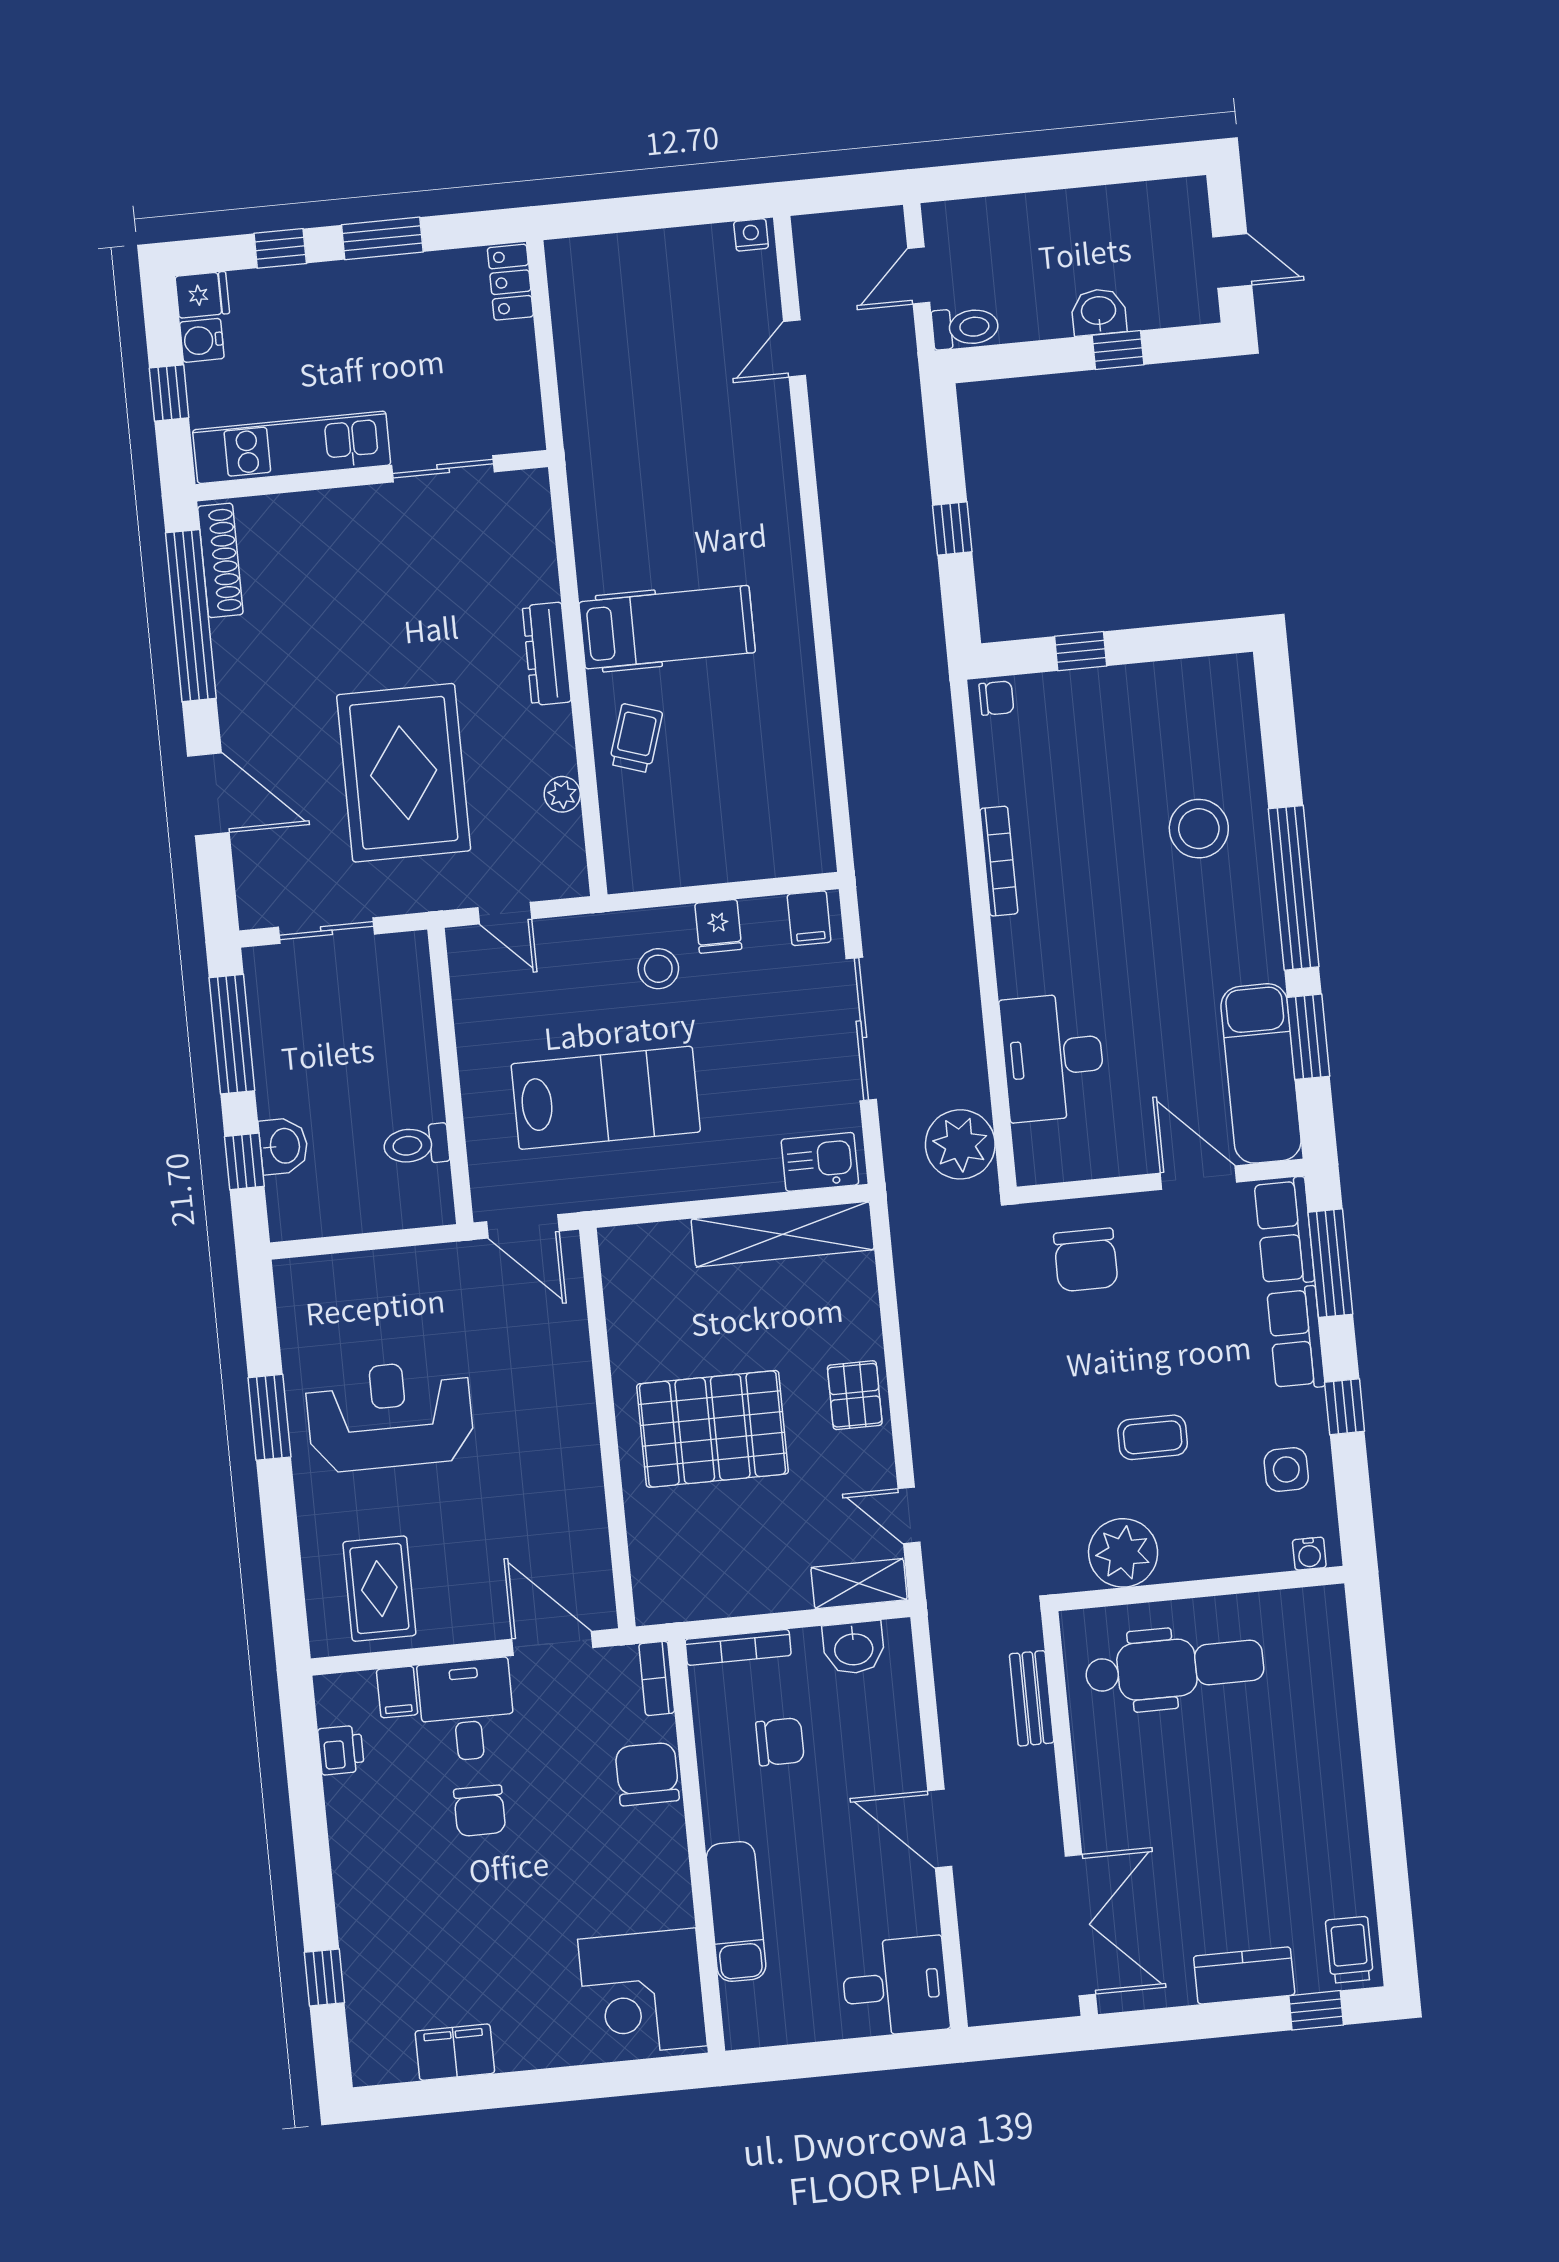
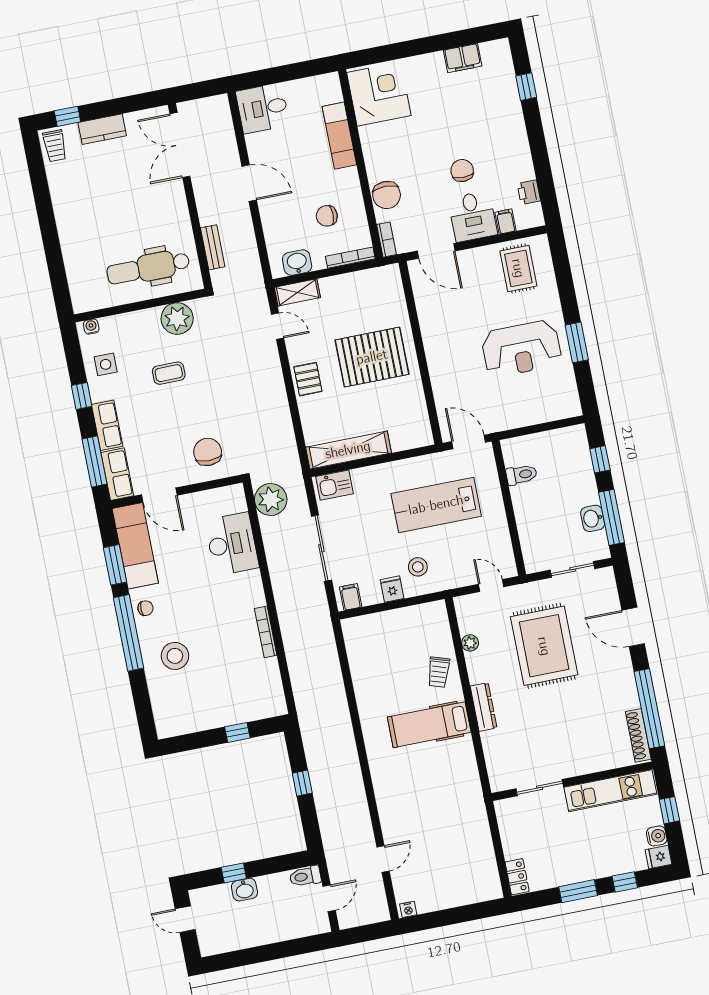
chair: (996, 698) -> (145, 608), moved, turned 180
washbasin: (284, 1146) -> (593, 518), moved

